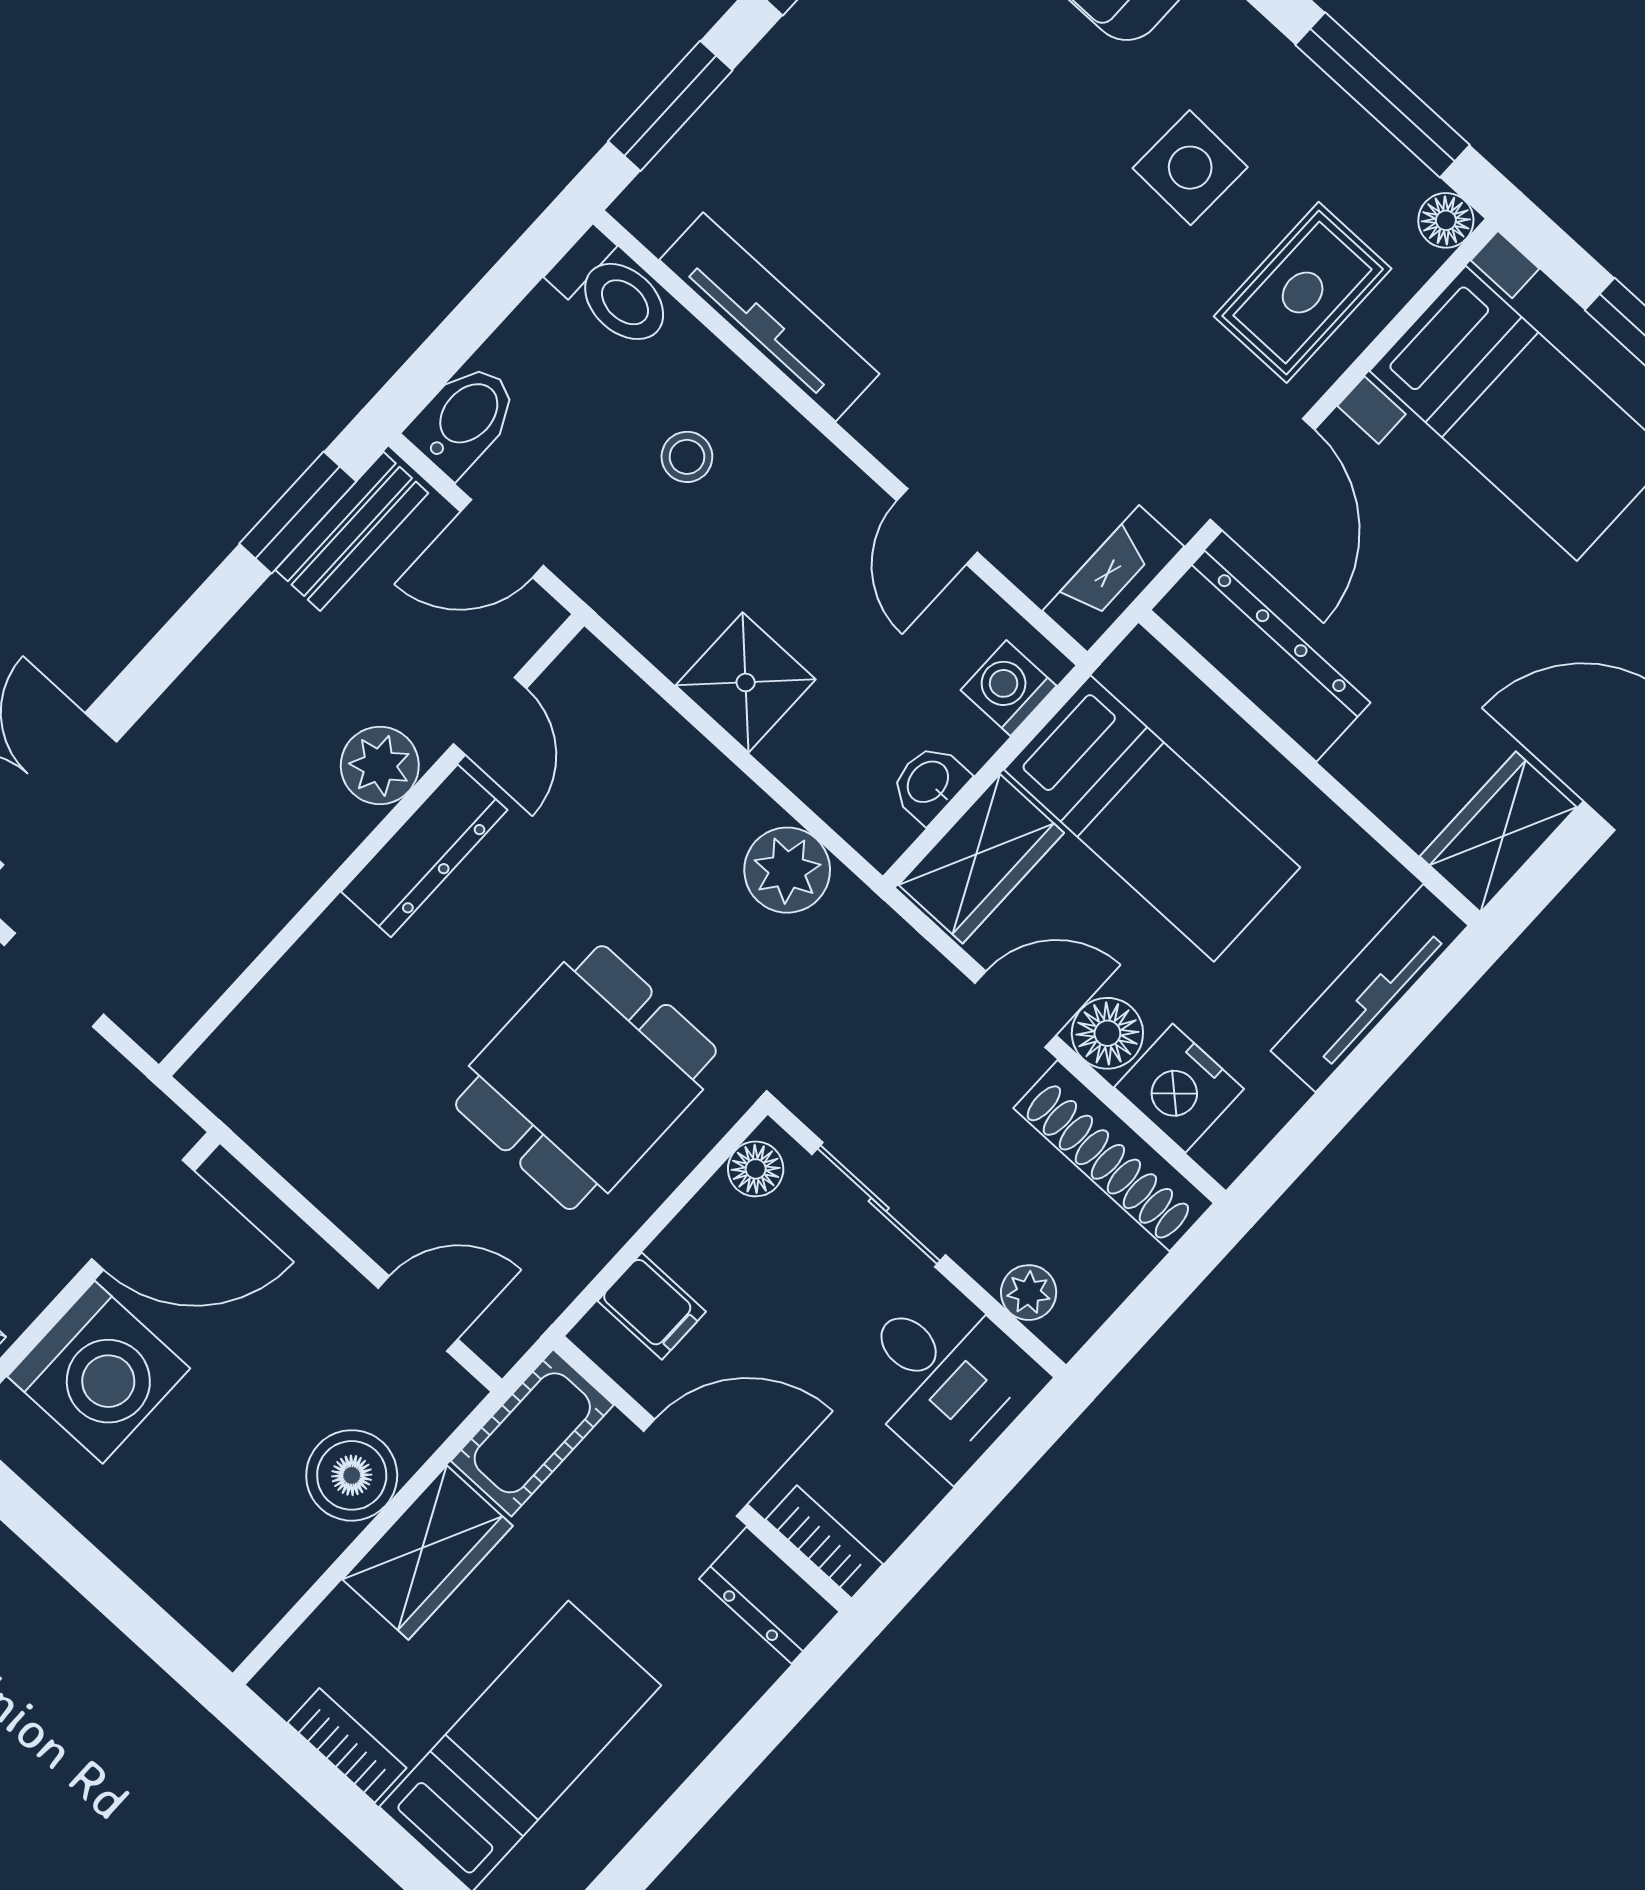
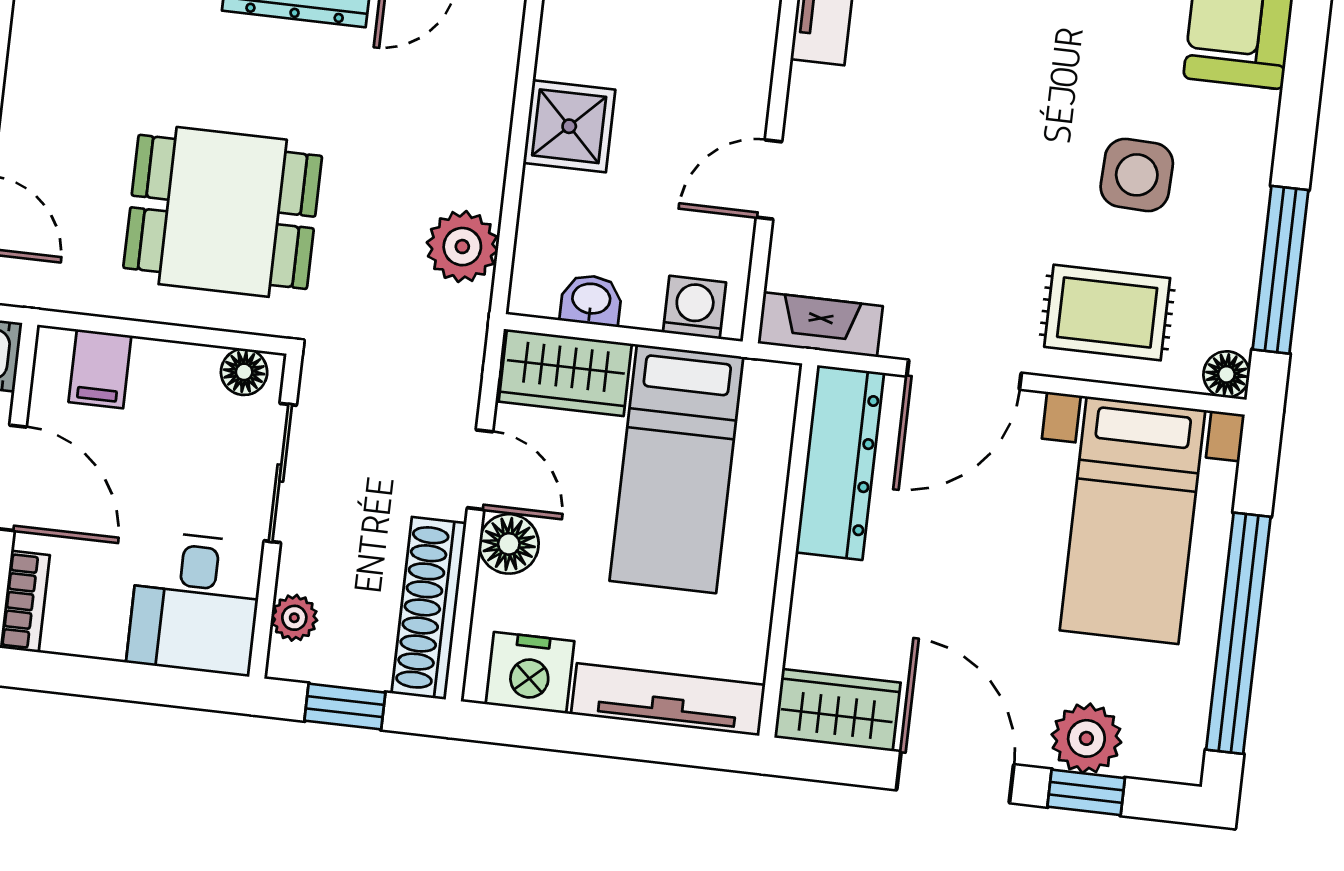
nightstand: (1179, 1088) -> (530, 673), moved, turned -90
window: (1150, 1306) -> (345, 707), added

